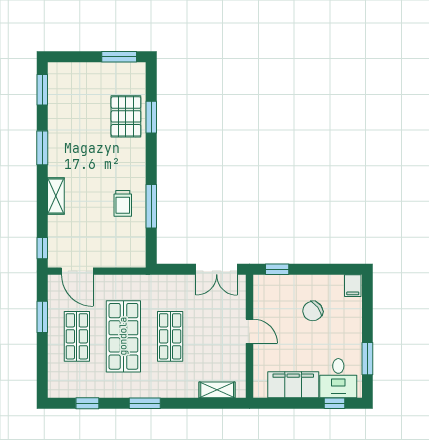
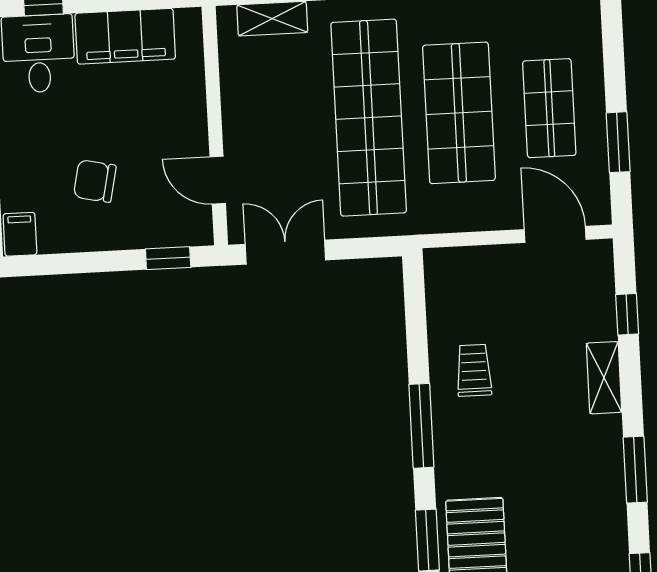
window: (151, 206) -> (421, 426), moved
window: (42, 248) -> (627, 314), moved
chair: (313, 311) -> (95, 181), turned -131
door: (249, 331) -> (218, 180), moved
shop shelf: (170, 336) -> (369, 118), width x2.00, depth x1.36

